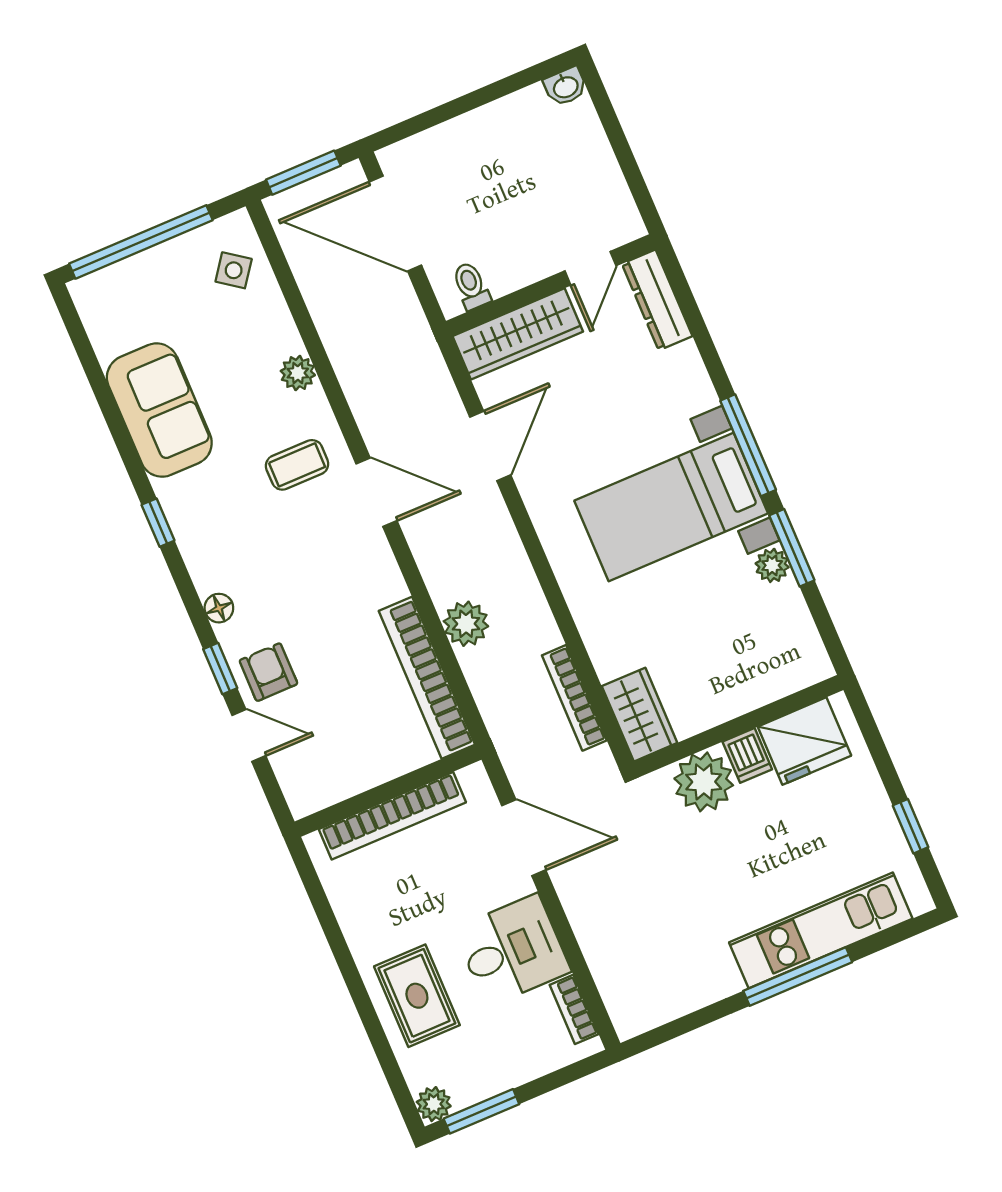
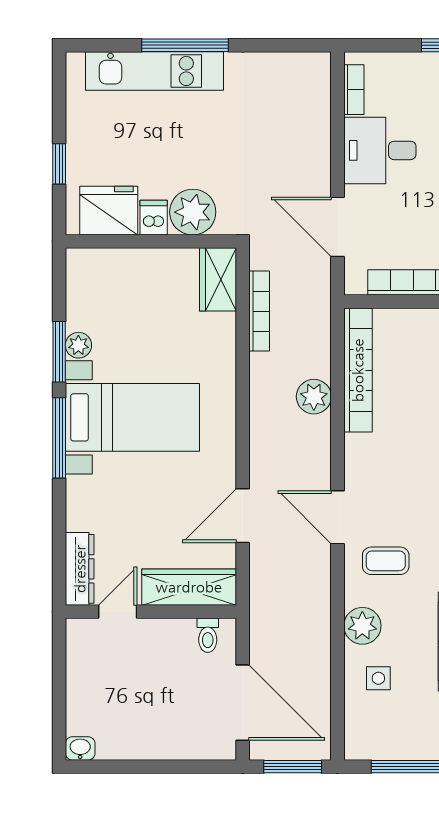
side table: (234, 270) -> (378, 678), moved, turned -36
plant: (298, 373) -> (362, 626), width x1.38, depth x1.38
window: (911, 826) -> (59, 164), moved

